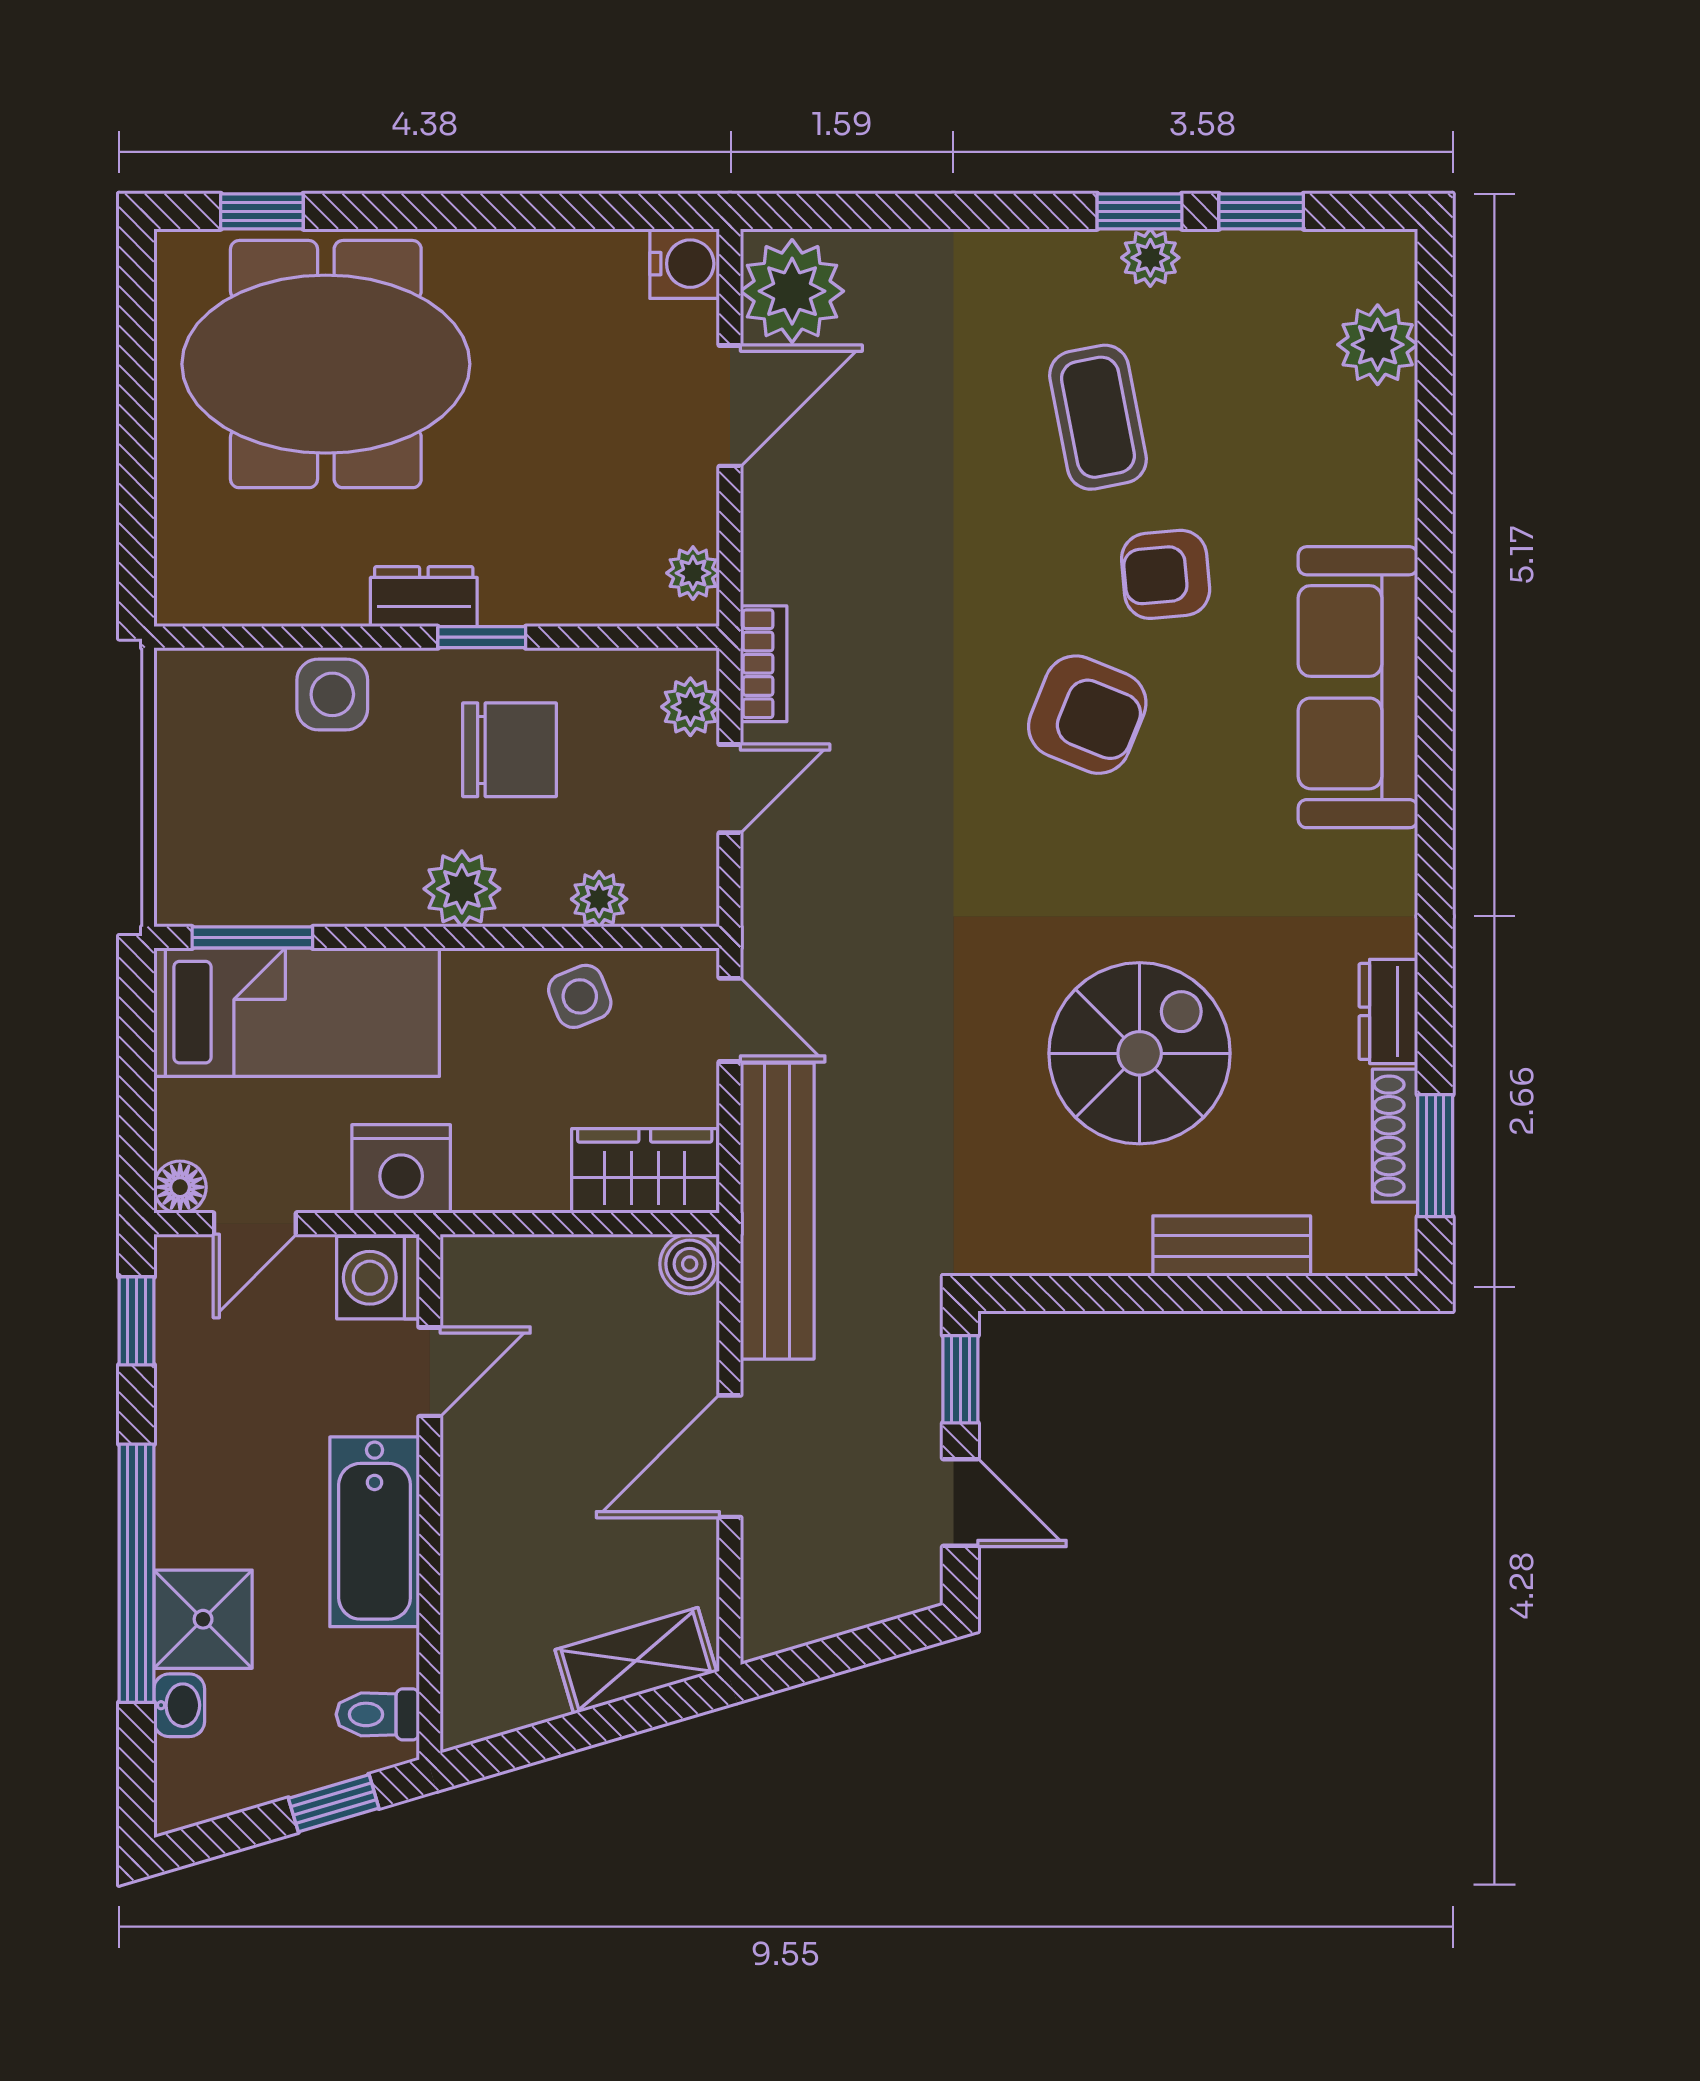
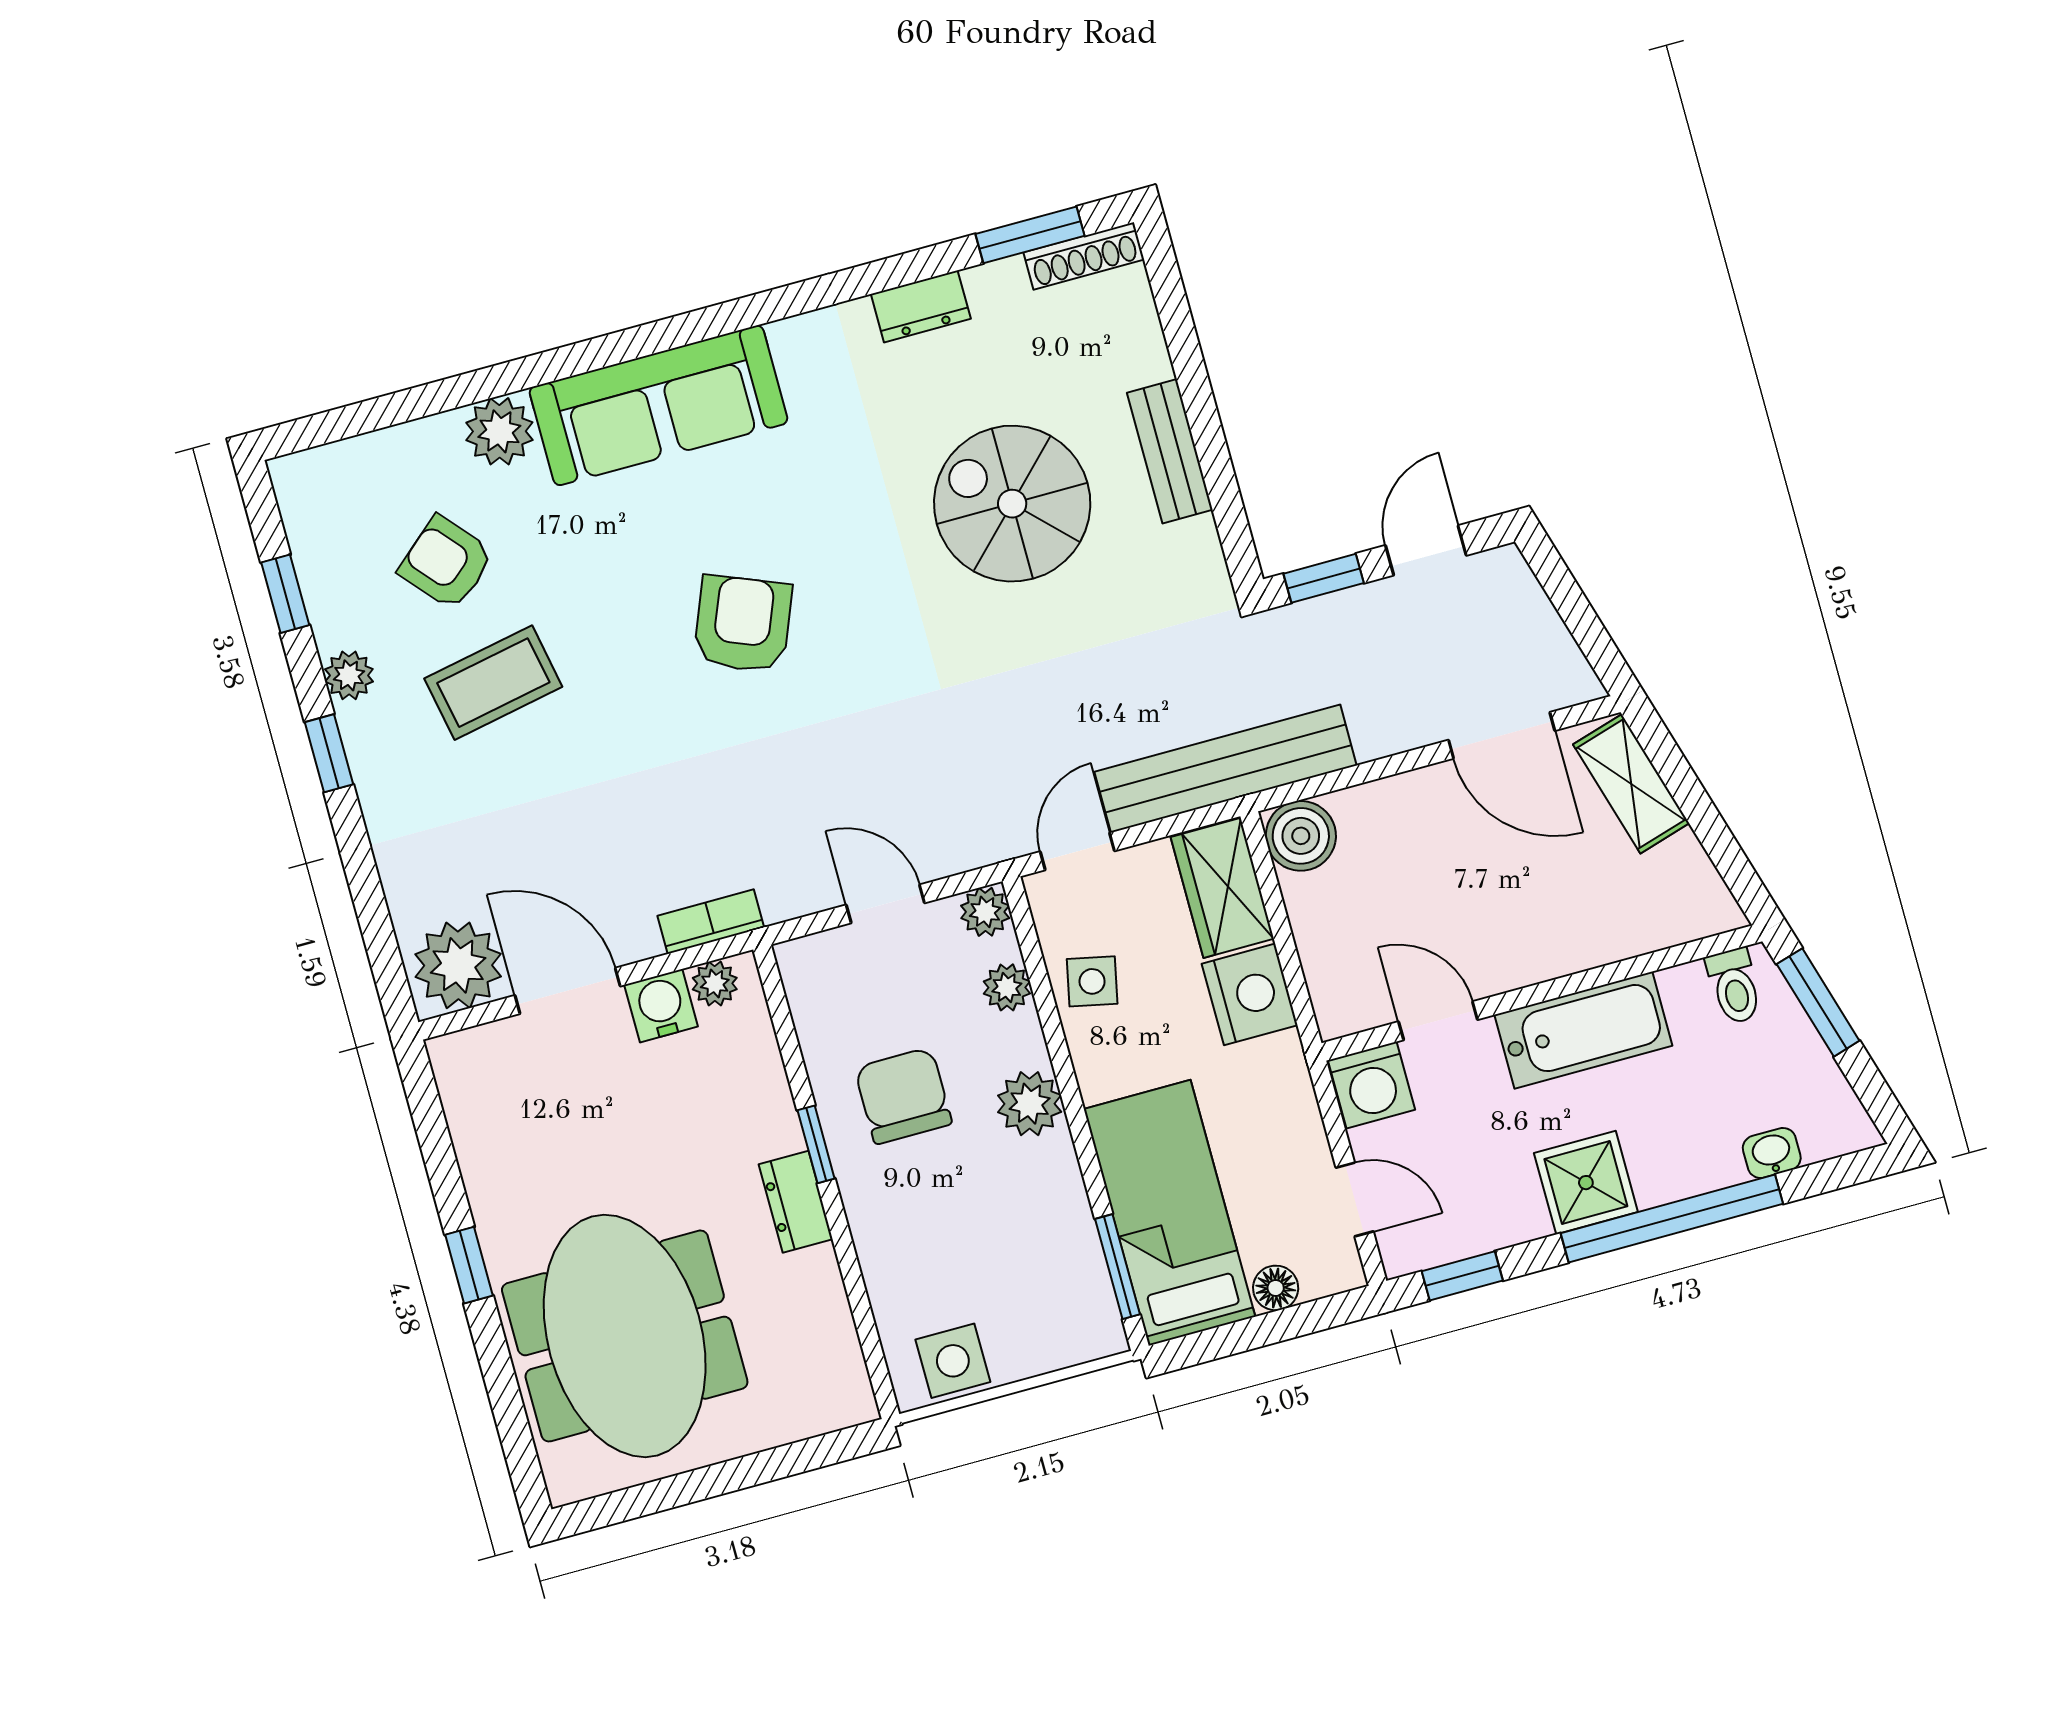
window: (262, 211) -> (469, 1265), moved
window: (1139, 211) -> (329, 753), moved
water cooler: (685, 264) -> (661, 1006), moved
plant: (1378, 345) -> (499, 431), moved
armchair: (1166, 574) -> (446, 563), moved, turned 144
bookcase: (764, 664) -> (711, 922), moved
side table: (332, 694) -> (953, 1361), moved
plant: (690, 707) -> (985, 912), moved
side table: (580, 996) -> (1092, 981), turned 34
shoe rack: (1395, 1136) -> (1084, 256), moved
nightstand: (401, 1169) -> (1250, 994), moved
floor lamp: (180, 1187) -> (1276, 1288), moved
bench: (1232, 1246) -> (1170, 451), moved
boiler: (690, 1264) -> (1301, 836), width x1.36, depth x1.36
door: (730, 1456) -> (1502, 735), moved
shower: (203, 1619) -> (1586, 1183), moved
window: (334, 1803) -> (1818, 1002), width x1.50

